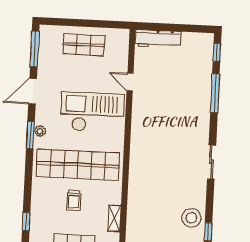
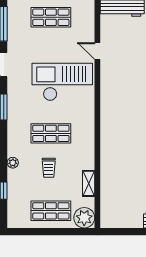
plant: (40, 131) -> (13, 163), moved
shop shelf: (78, 165) -> (51, 133), width x0.50, depth x0.74

